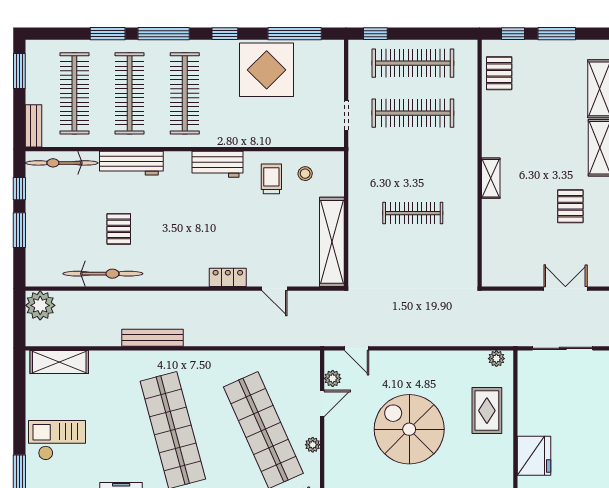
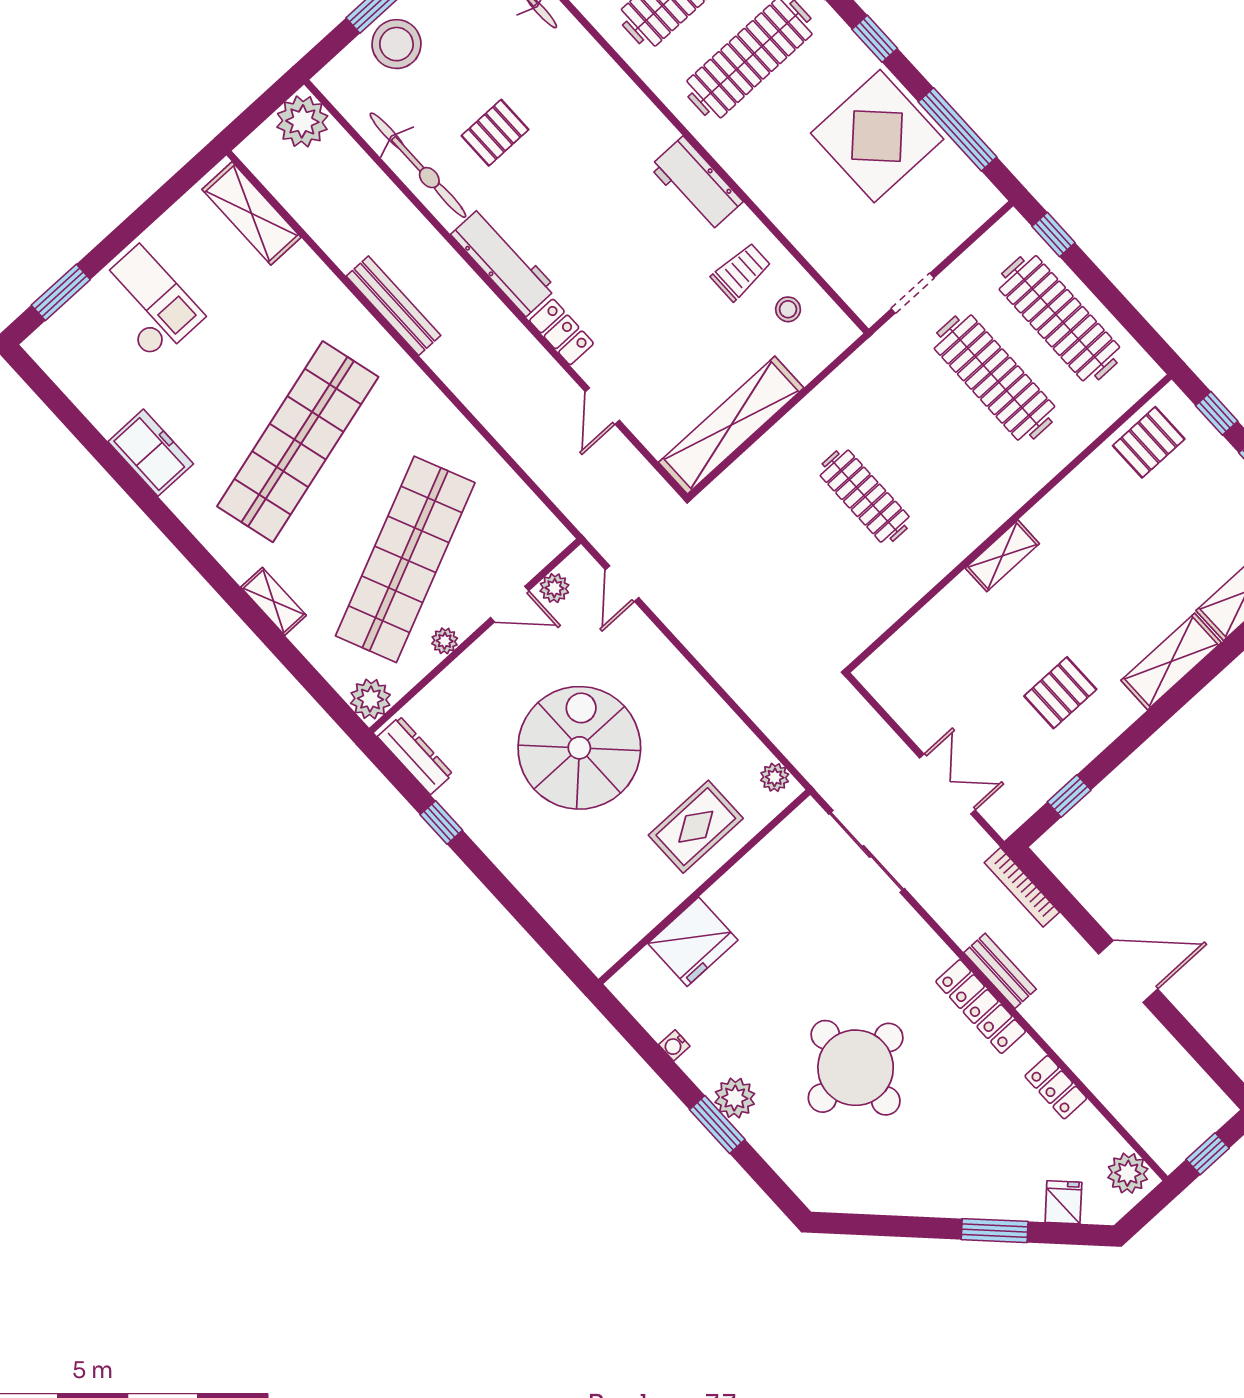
workbench: (131, 163) -> (504, 262), moved, turned 180
stool: (44, 236) -> (396, 44), added

